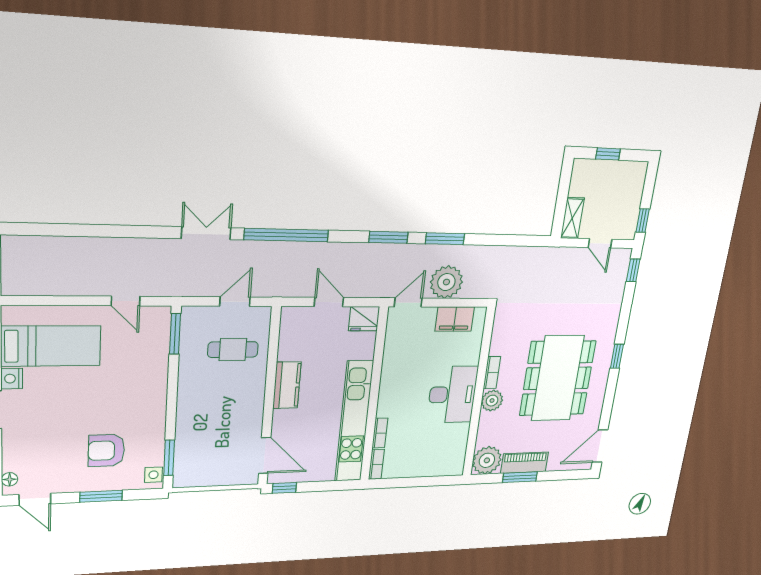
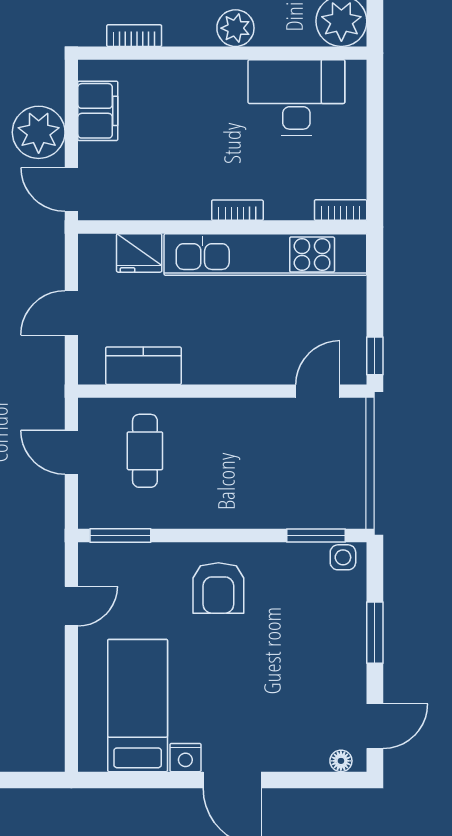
fridge: (364, 319) -> (139, 253), moved, turned 90
bookcase: (492, 372) -> (134, 36), moved
kitchen counter: (287, 385) -> (143, 366), moved
desk: (452, 395) -> (296, 98), moved
bookcase: (380, 433) -> (237, 210), moved
armchair: (106, 451) -> (218, 588), moved
door: (265, 455) -> (318, 391), width x0.73

